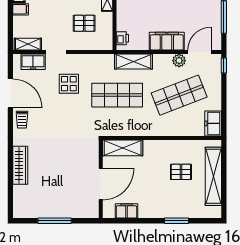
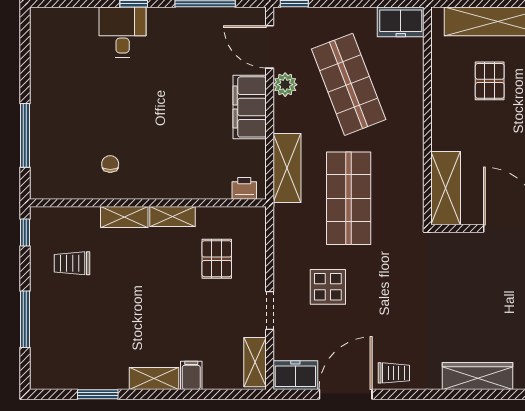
freezer: (33, 62) -> (295, 375), moved, turned -90

